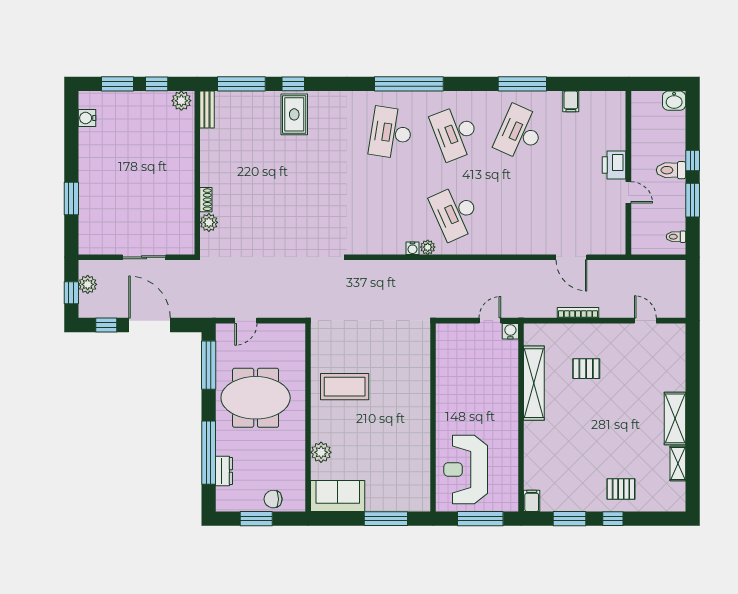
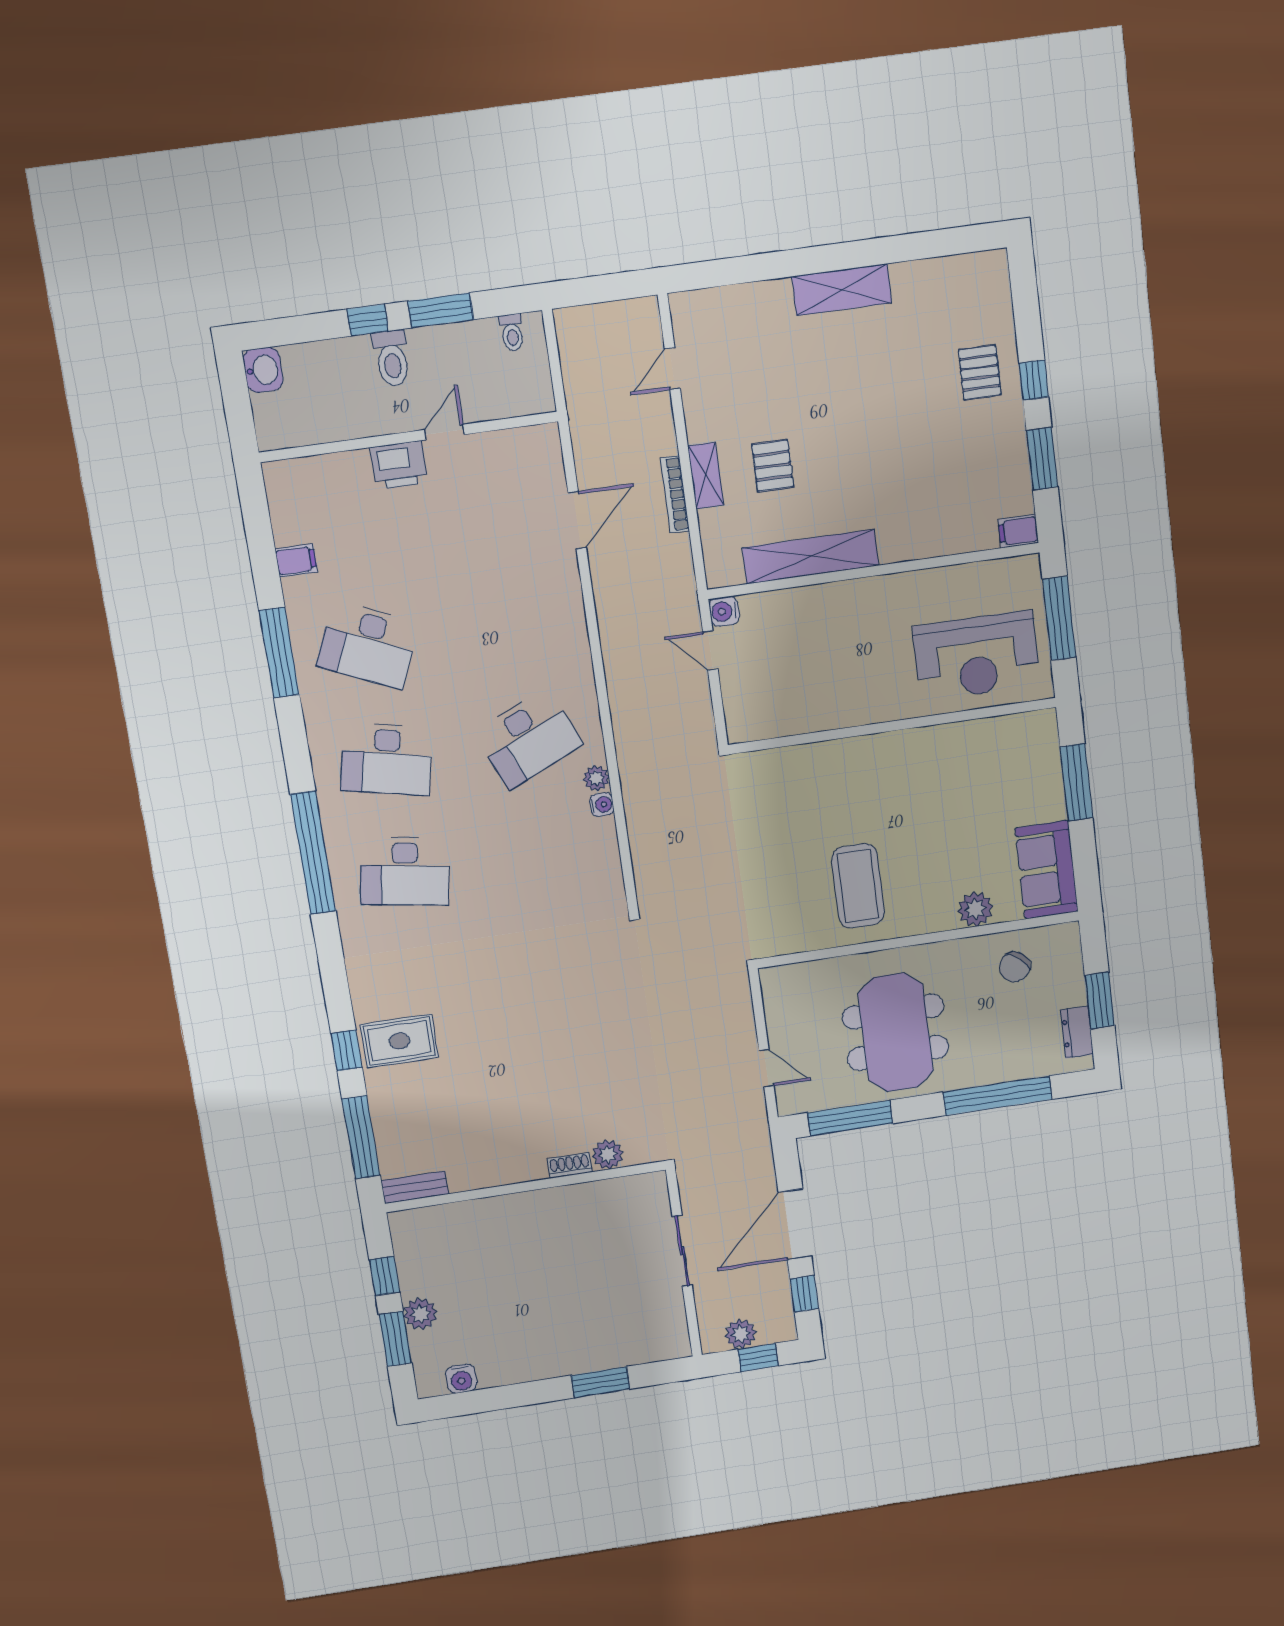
plant: (181, 101) -> (420, 1314), moved
desk: (455, 133) -> (387, 759), turned 33
shelving: (678, 463) -> (706, 475), moved, turned 90
dresser: (224, 471) -> (1077, 1032), moved, turned -90
chair: (273, 499) -> (1015, 967), moved, turned 40

